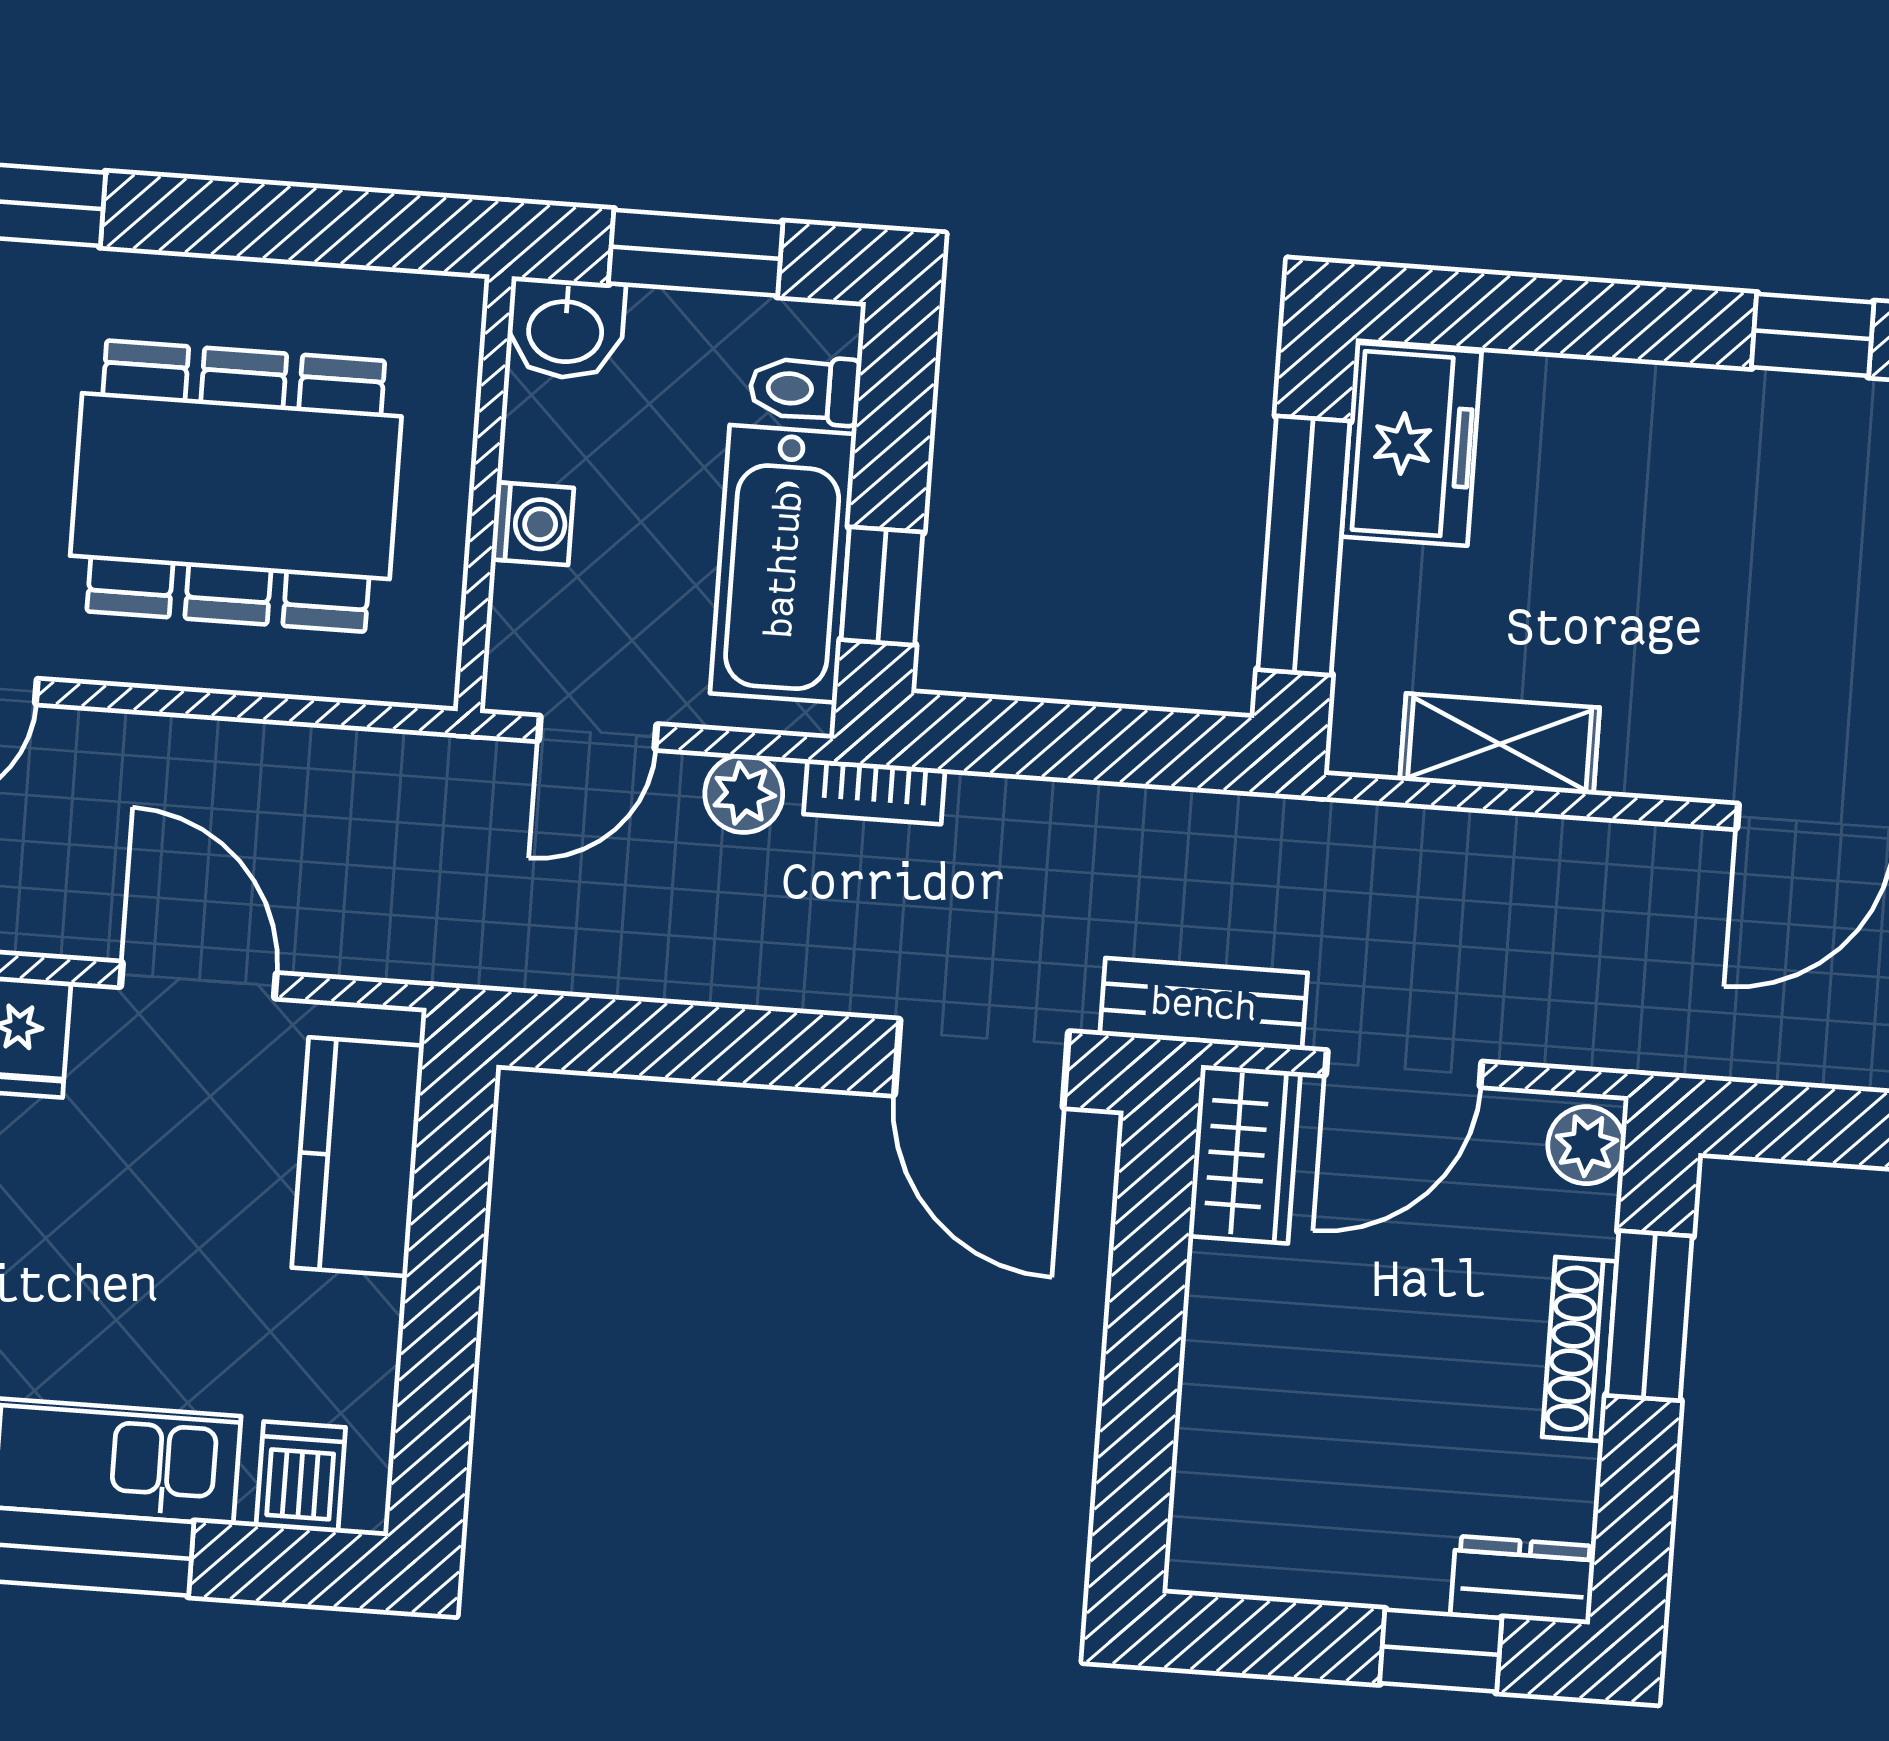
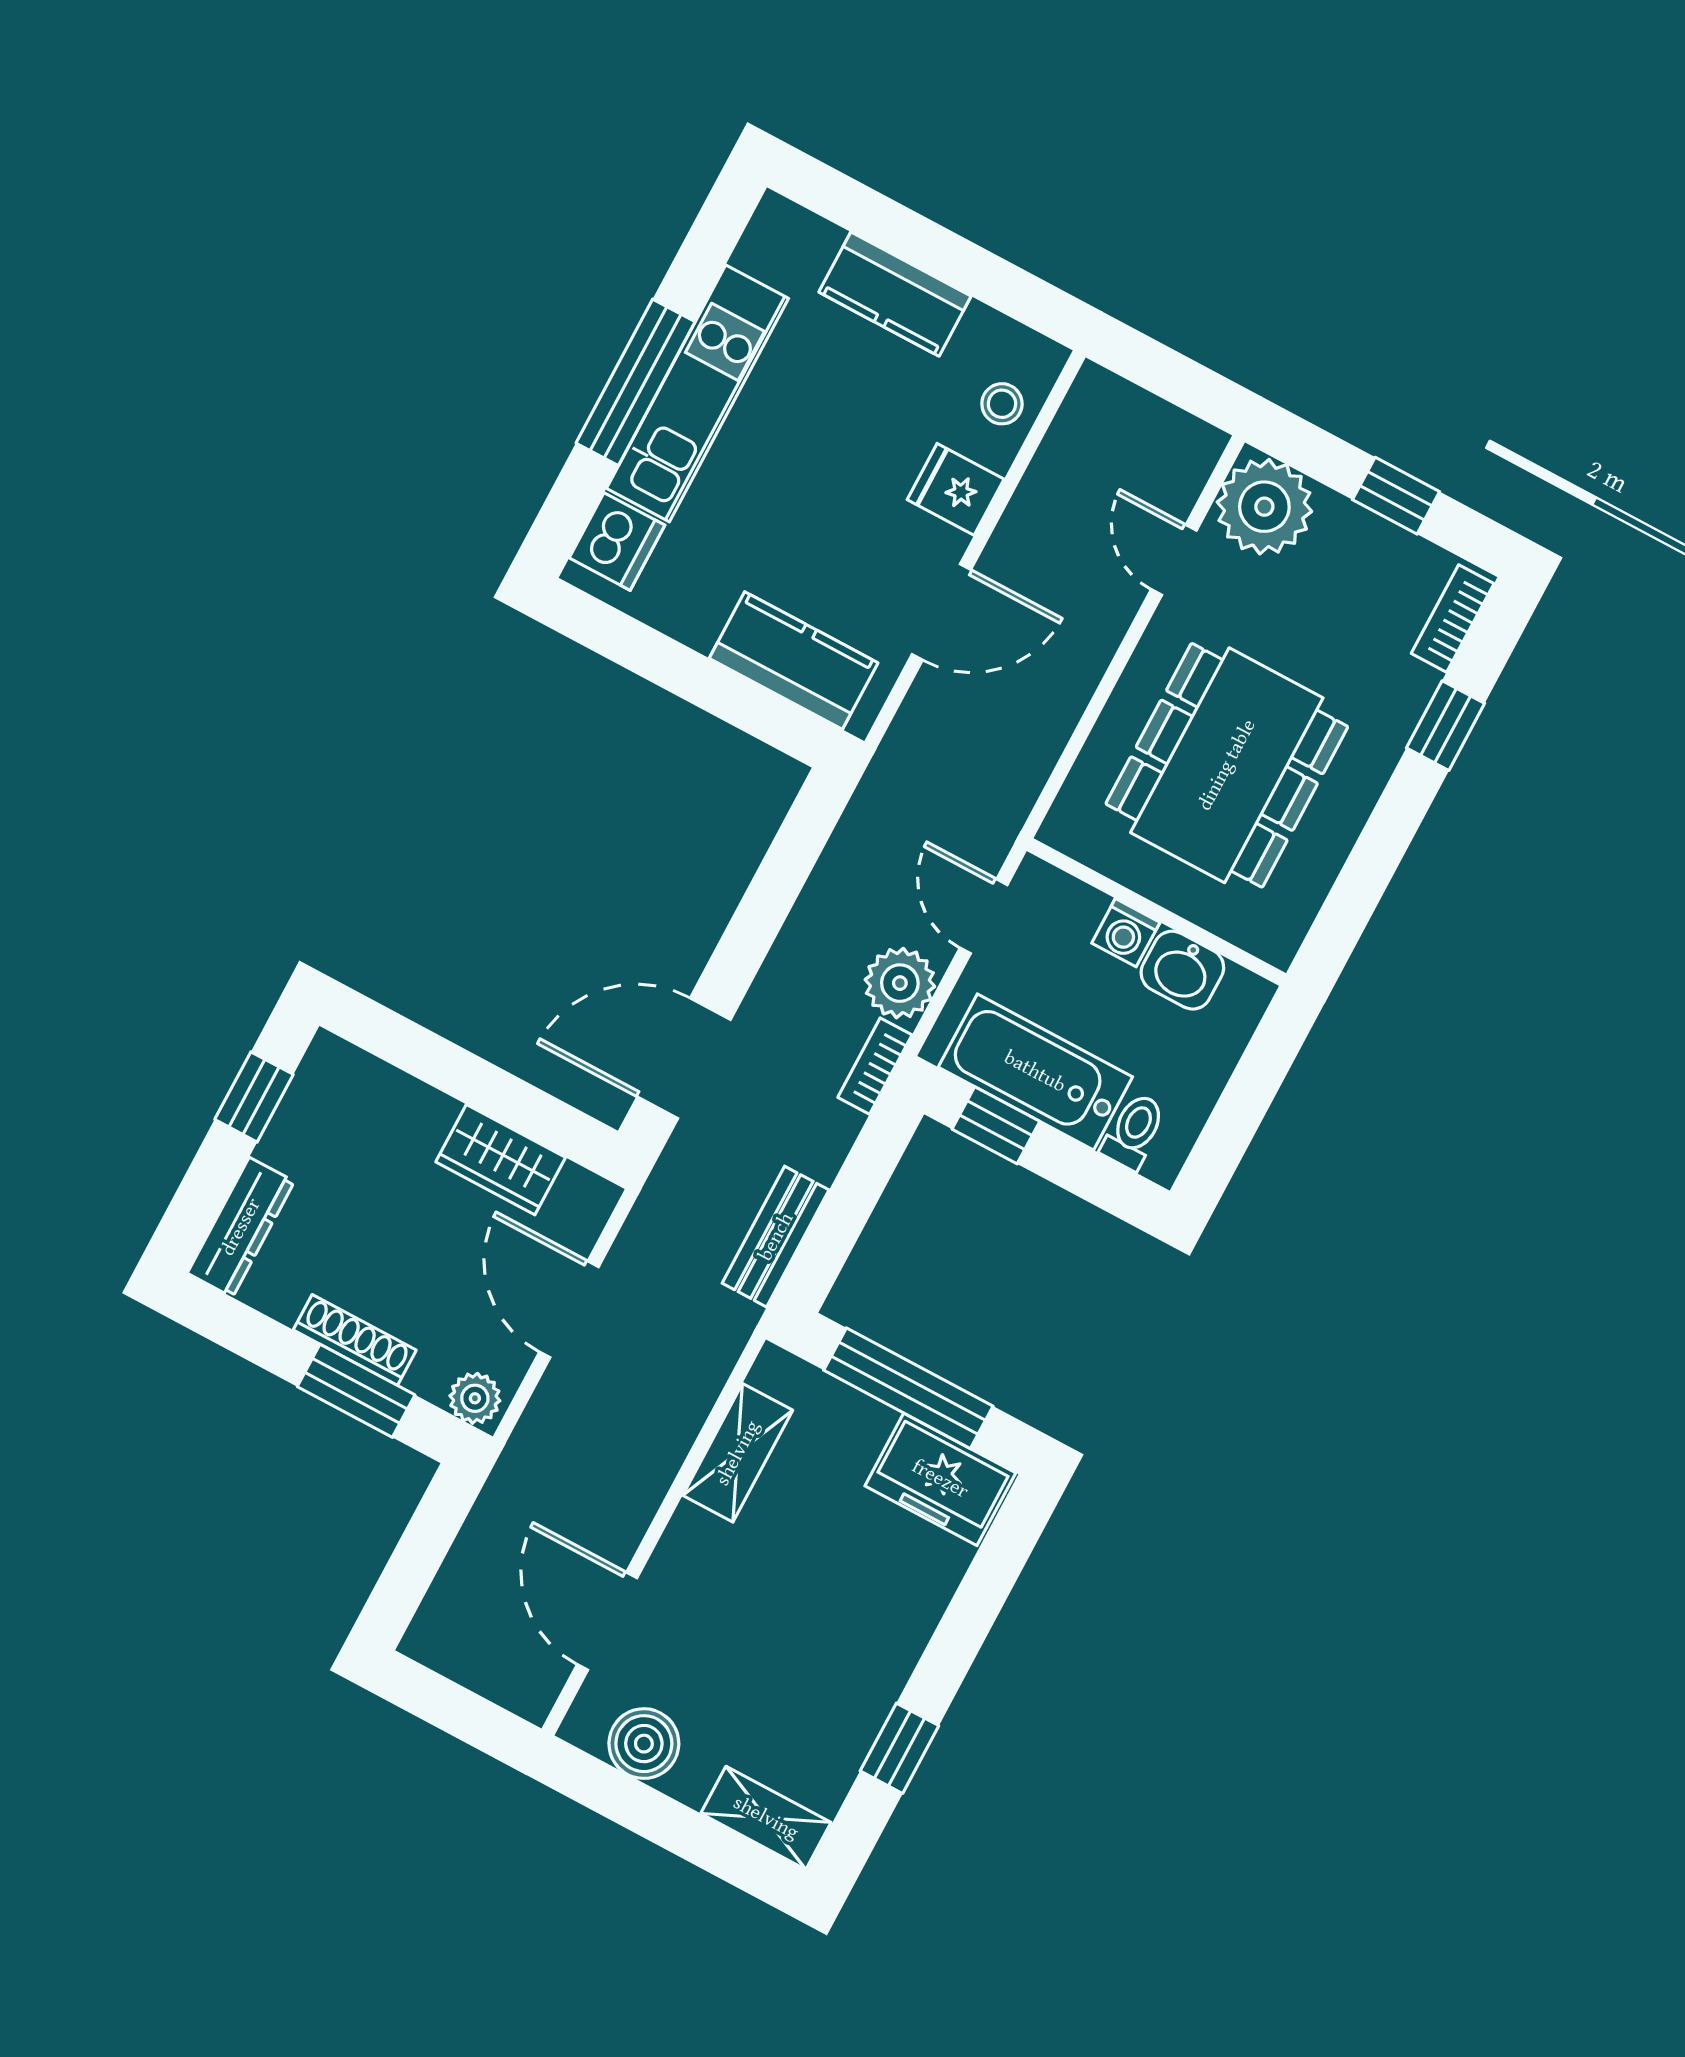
window: (696, 253) -> (1245, 1102), removed
washbasin: (565, 329) -> (1182, 970), moved, turned -90
plant: (744, 794) -> (900, 983), width x1.38, depth x1.38
bench: (1204, 1004) -> (776, 1237), moved
wardrobe: (1245, 1154) -> (501, 1160), moved
dishwasher: (301, 1477) -> (617, 541), width x1.38
dresser: (1523, 1580) -> (241, 1227), width x1.44
window: (1441, 1651) -> (254, 1097), moved

